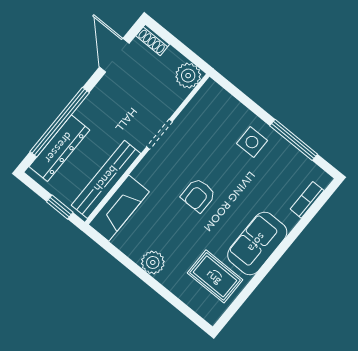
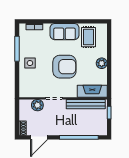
plant: (188, 76) -> (37, 105), moved
dresser: (59, 148) -> (88, 130), removed
armchair: (198, 195) -> (64, 67), width x1.88, depth x1.88

